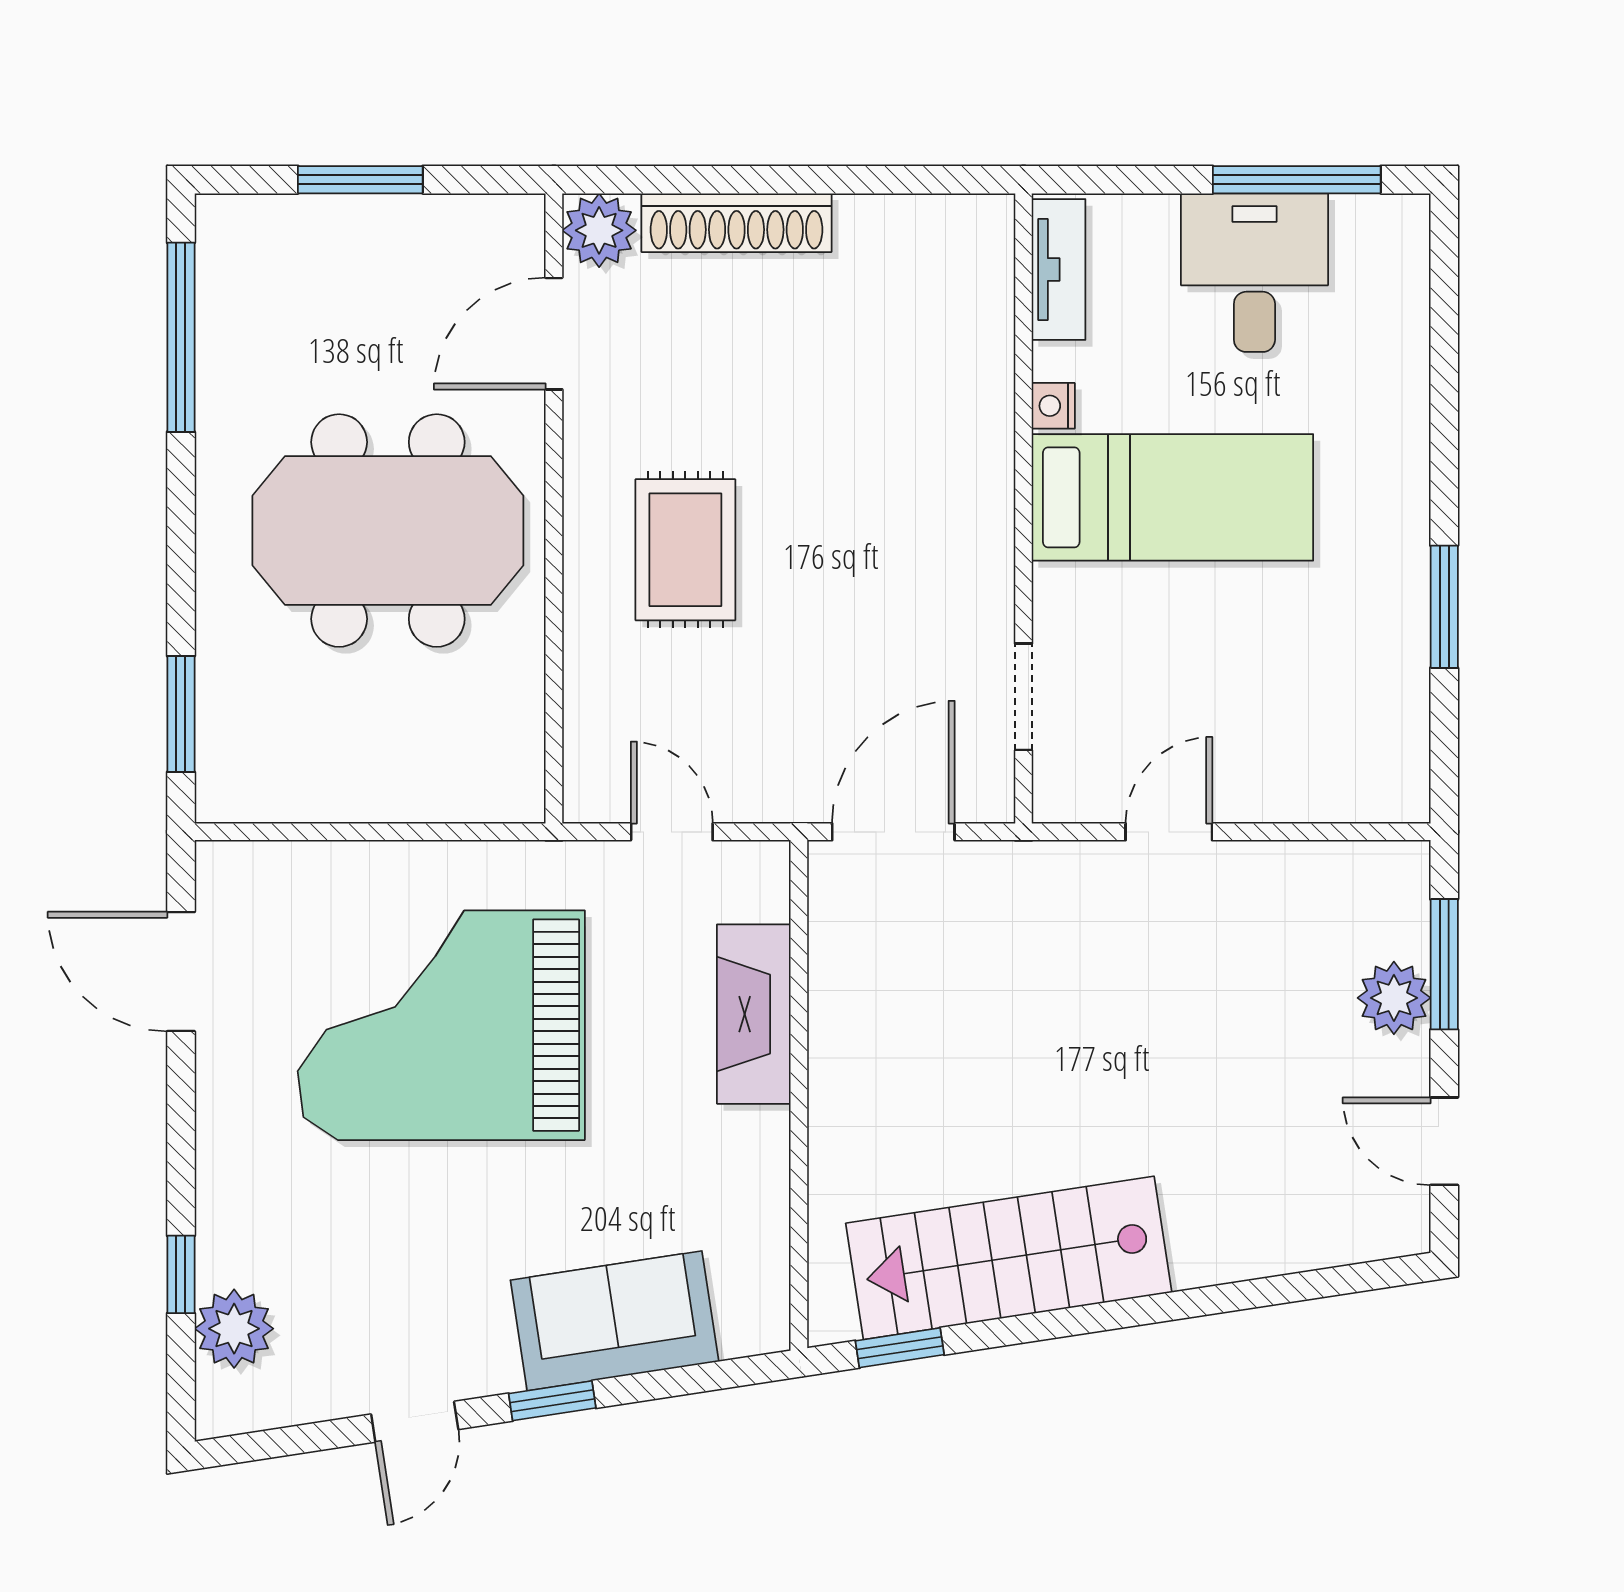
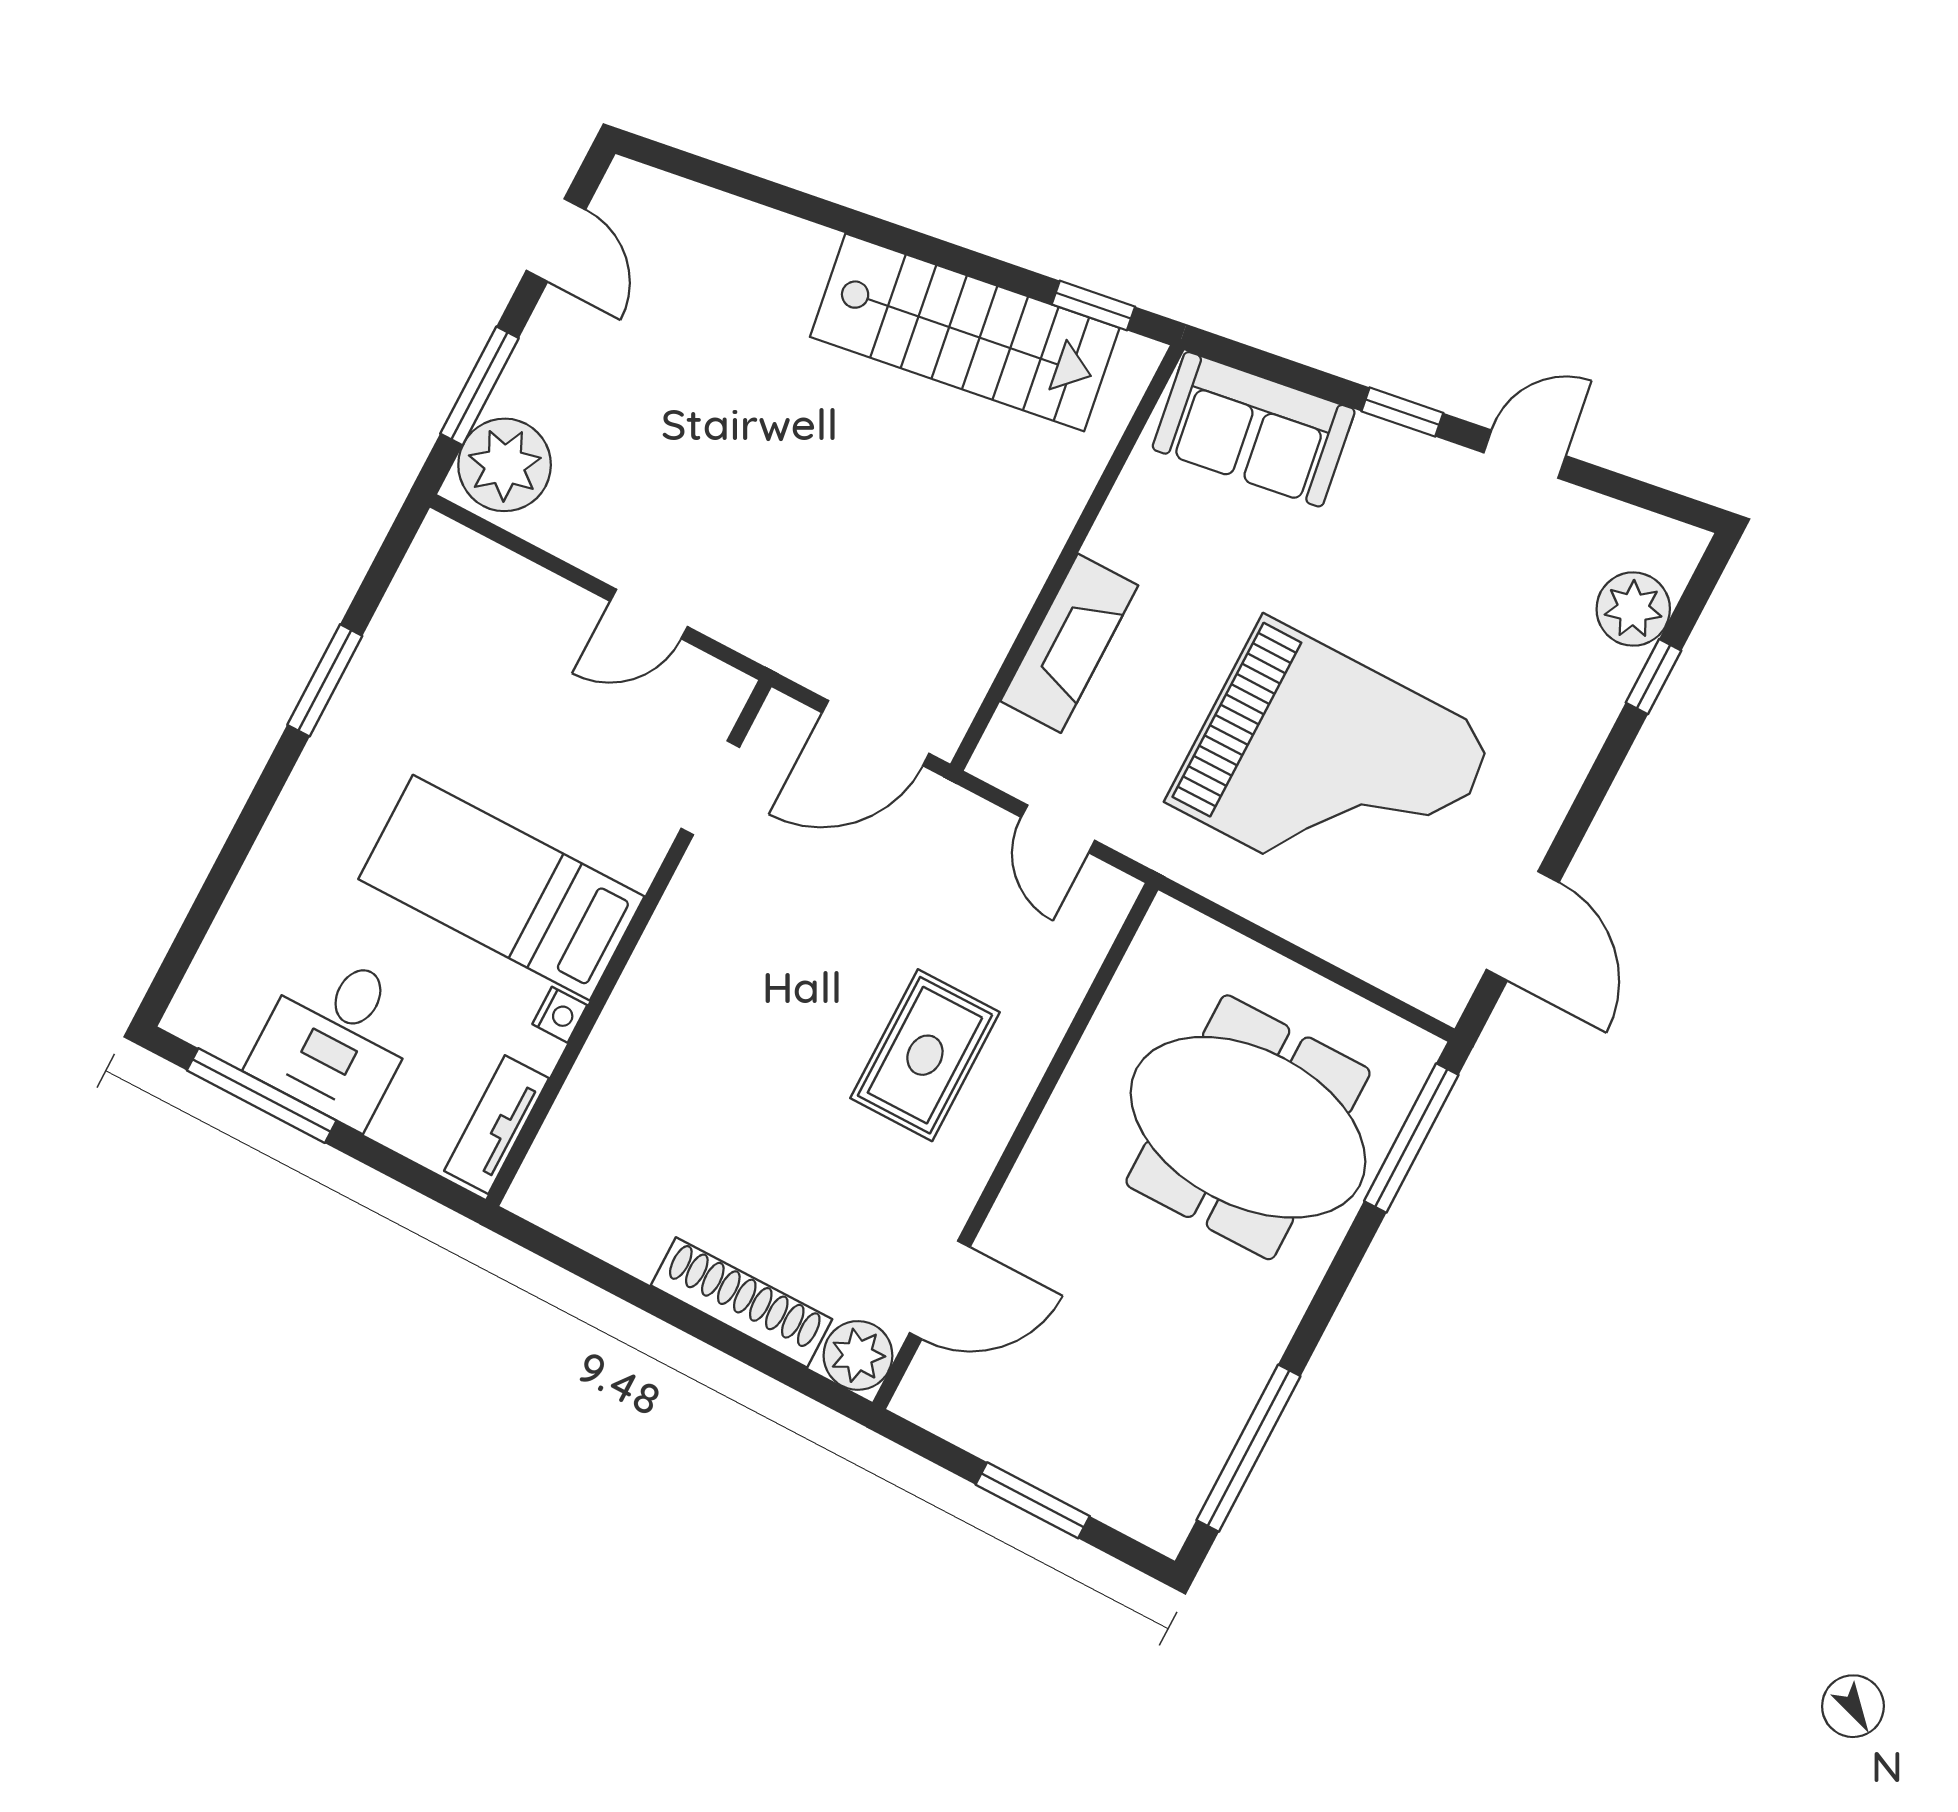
meeting table: (388, 531) -> (1248, 1127), moved
window: (181, 714) -> (1411, 1138), width x1.44
plant: (1394, 998) -> (505, 465), moved, width x1.36, depth x1.36
sofa: (615, 1321) -> (1254, 429), moved

